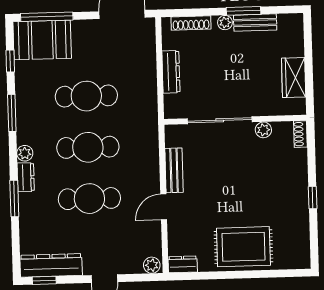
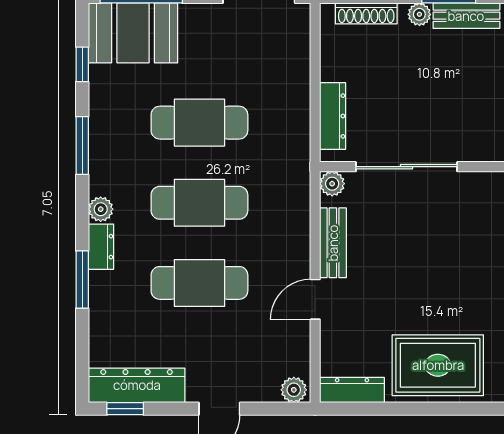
dresser: (171, 72) -> (333, 116), moved
plant: (263, 130) -> (332, 184), moved
dresser: (183, 264) -> (352, 390), width x1.44

